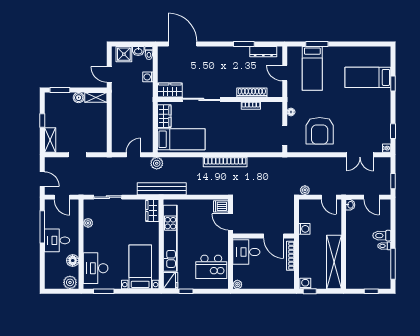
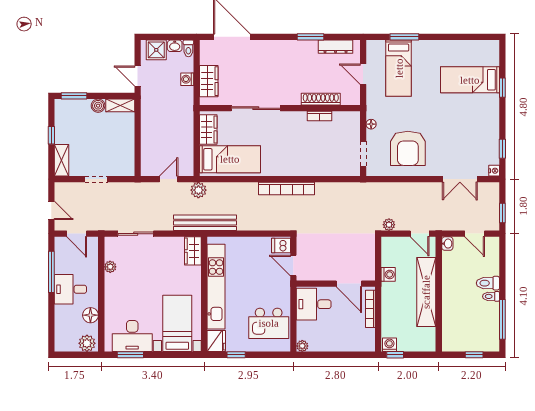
wardrobe: (170, 90) -> (209, 81), moved, turned 90
shelving: (334, 262) -> (426, 292), moved
desk: (96, 268) -> (132, 336), moved, turned -90

